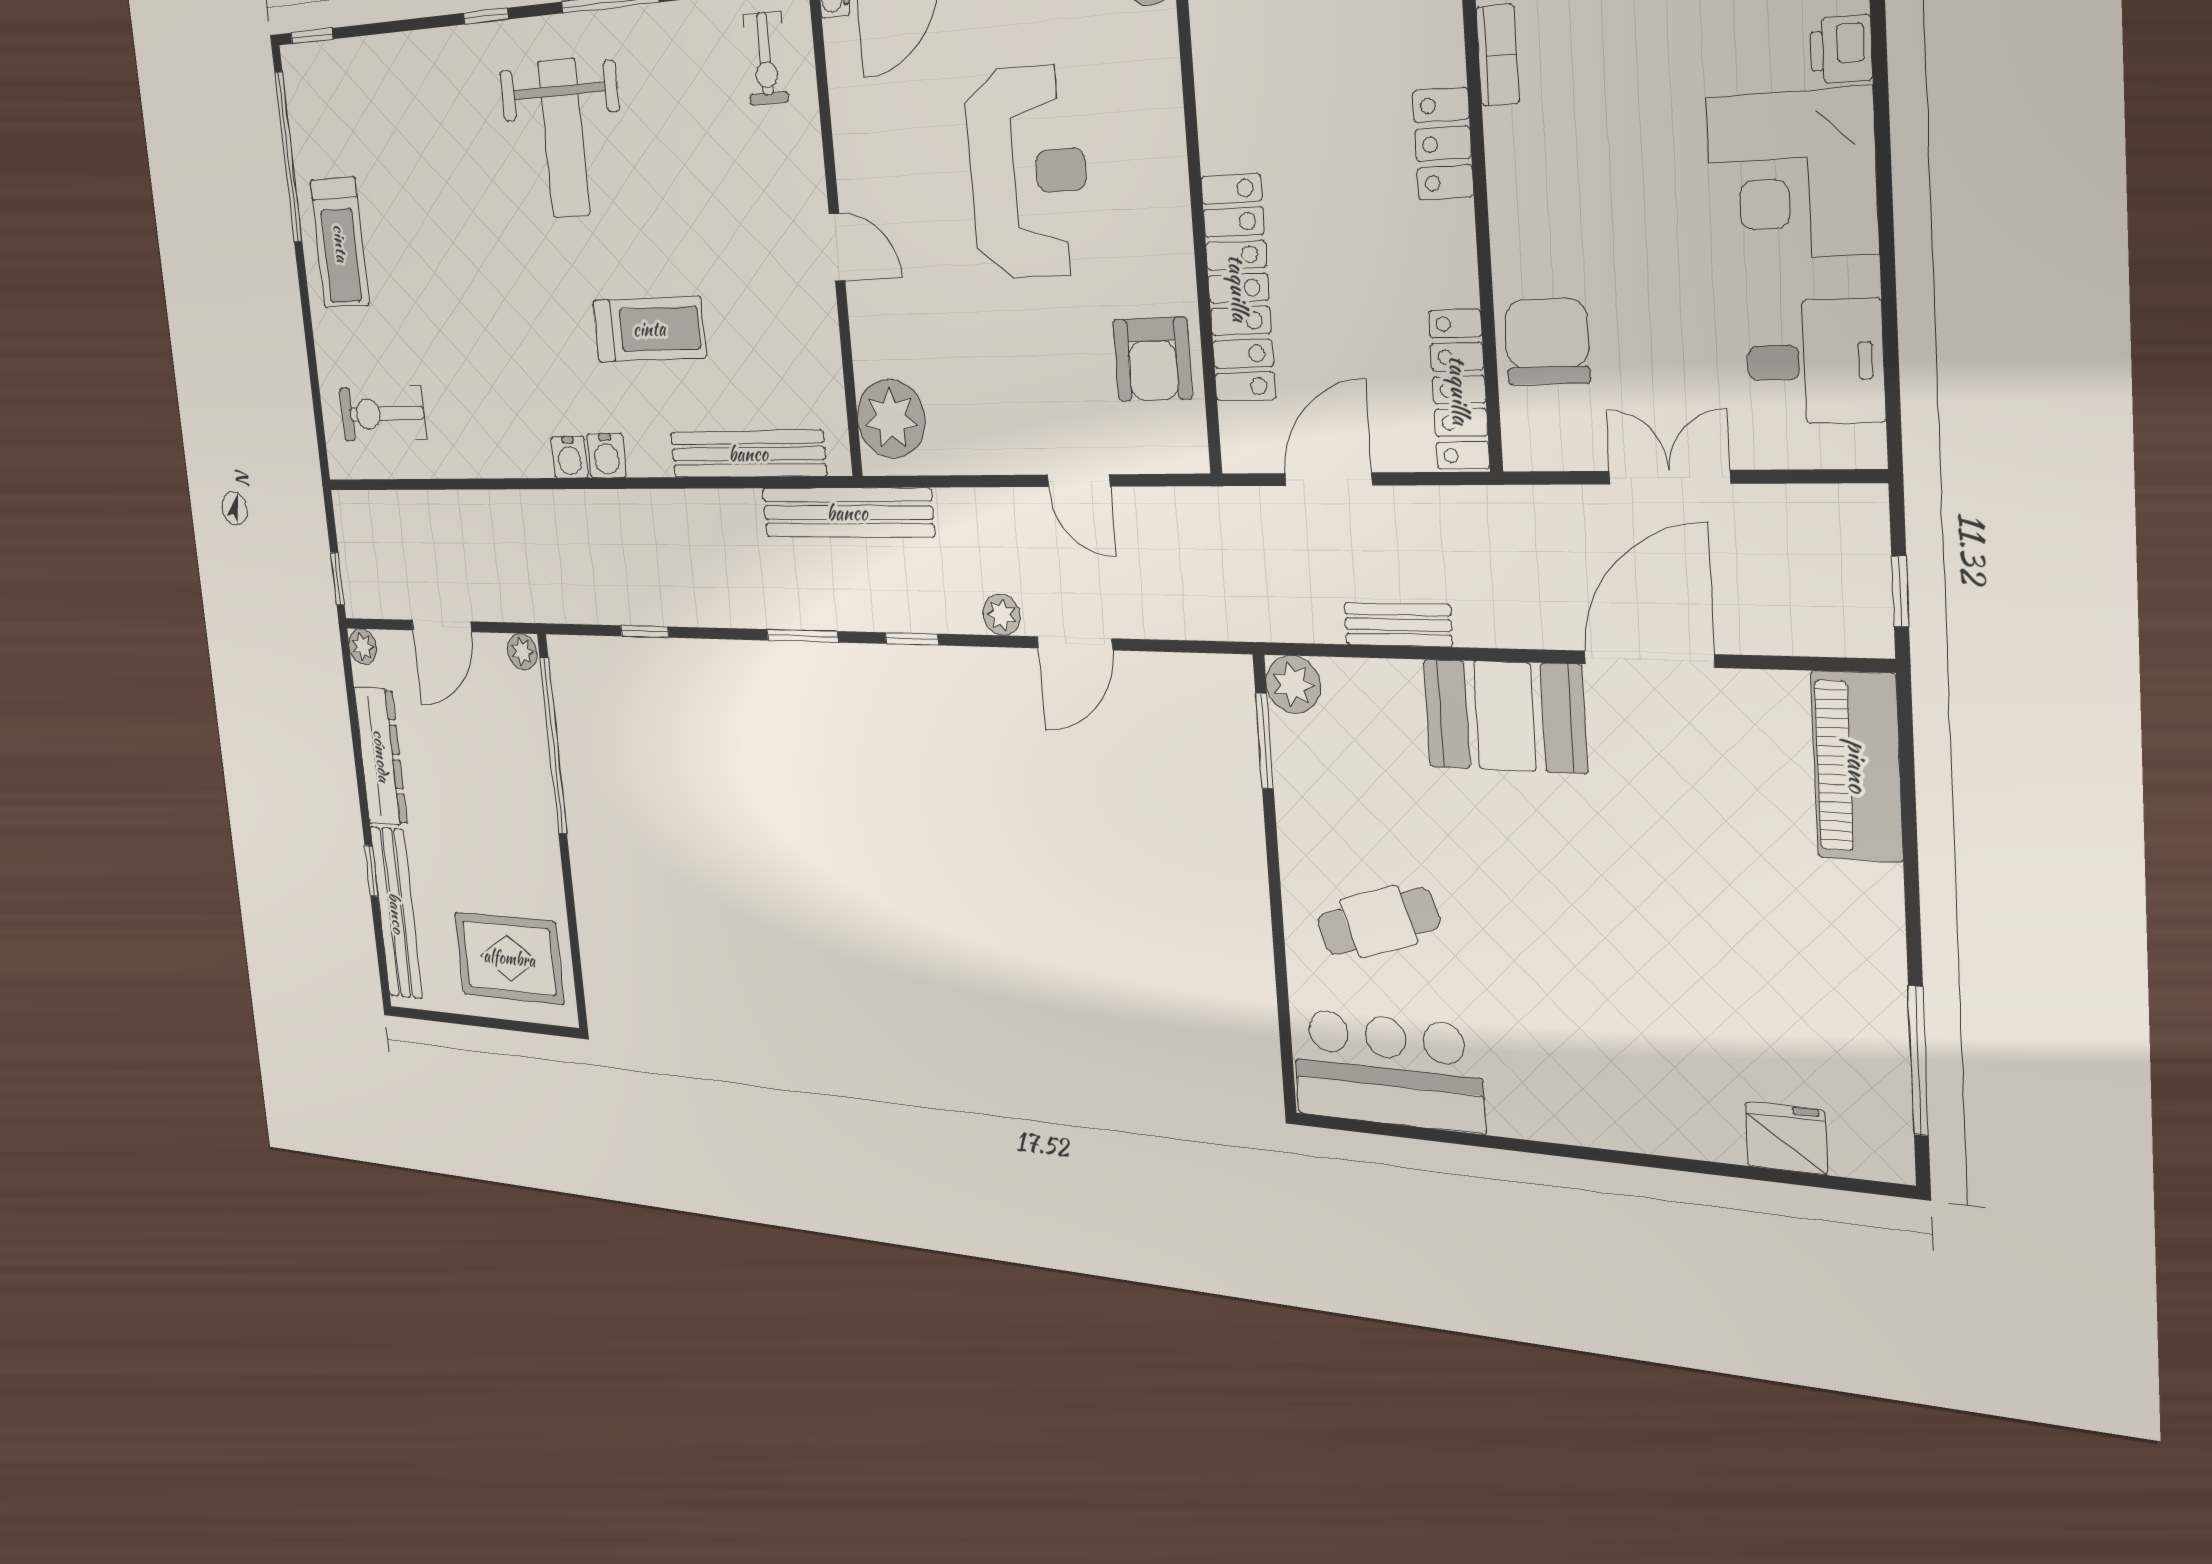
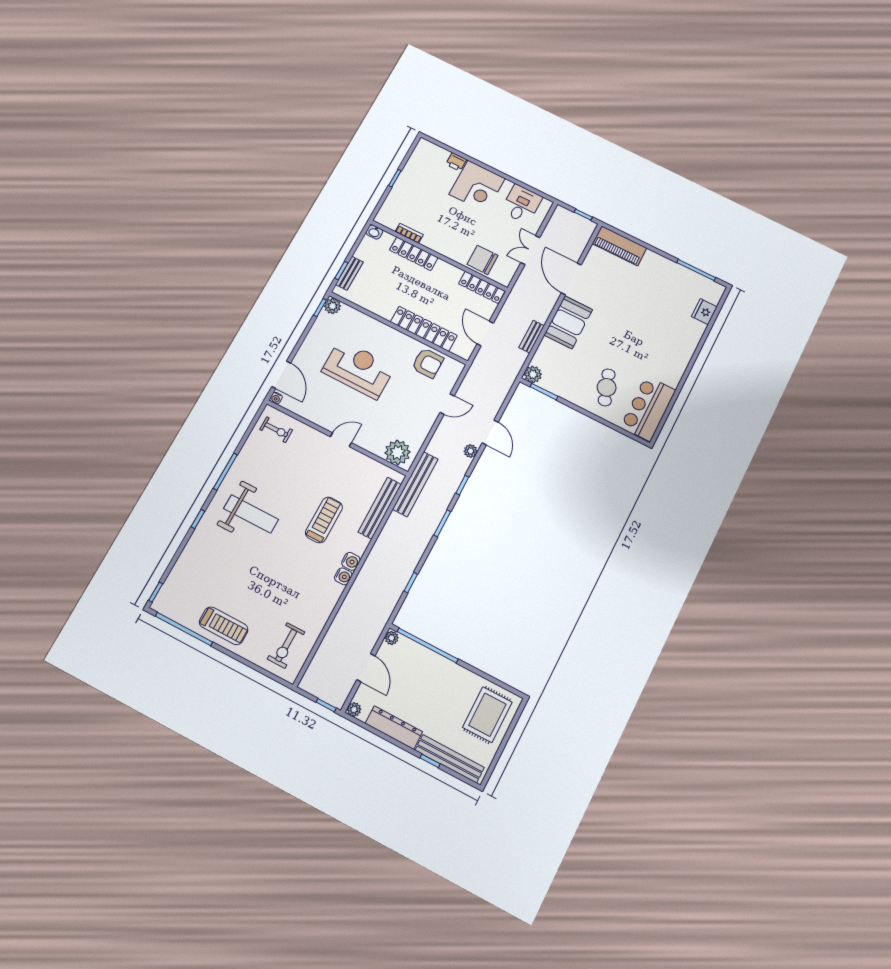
locker: (1443, 144) -> (414, 254), width x1.53

